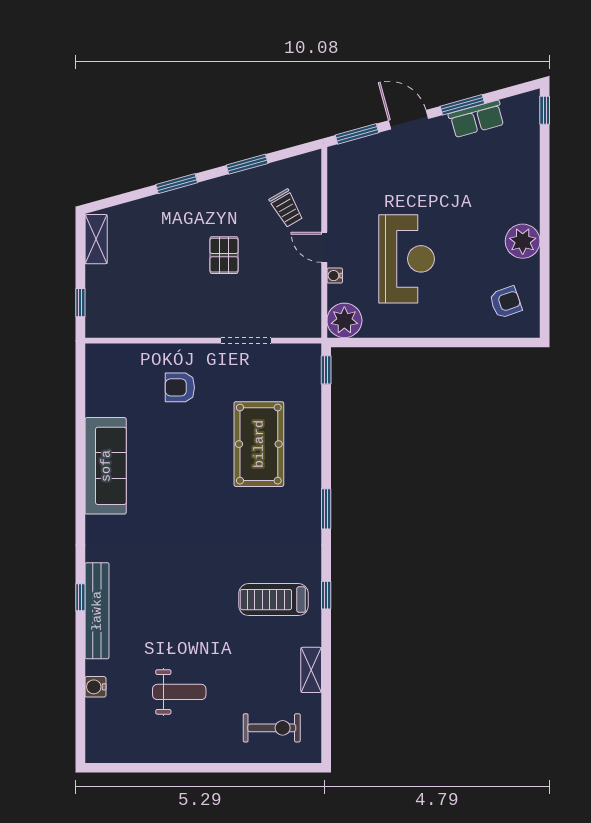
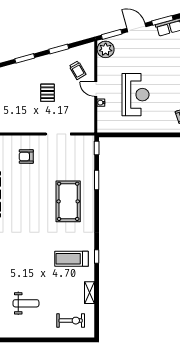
plant: (344, 320) -> (106, 49), moved
pool table: (259, 444) -> (68, 201), moved
window: (326, 509) -> (97, 180), moved

